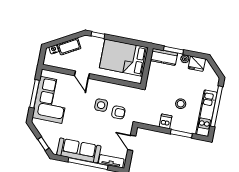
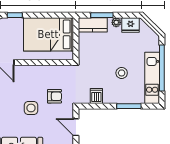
side table: (101, 105) -> (31, 108), moved
dishwasher: (165, 121) -> (96, 96), moved

